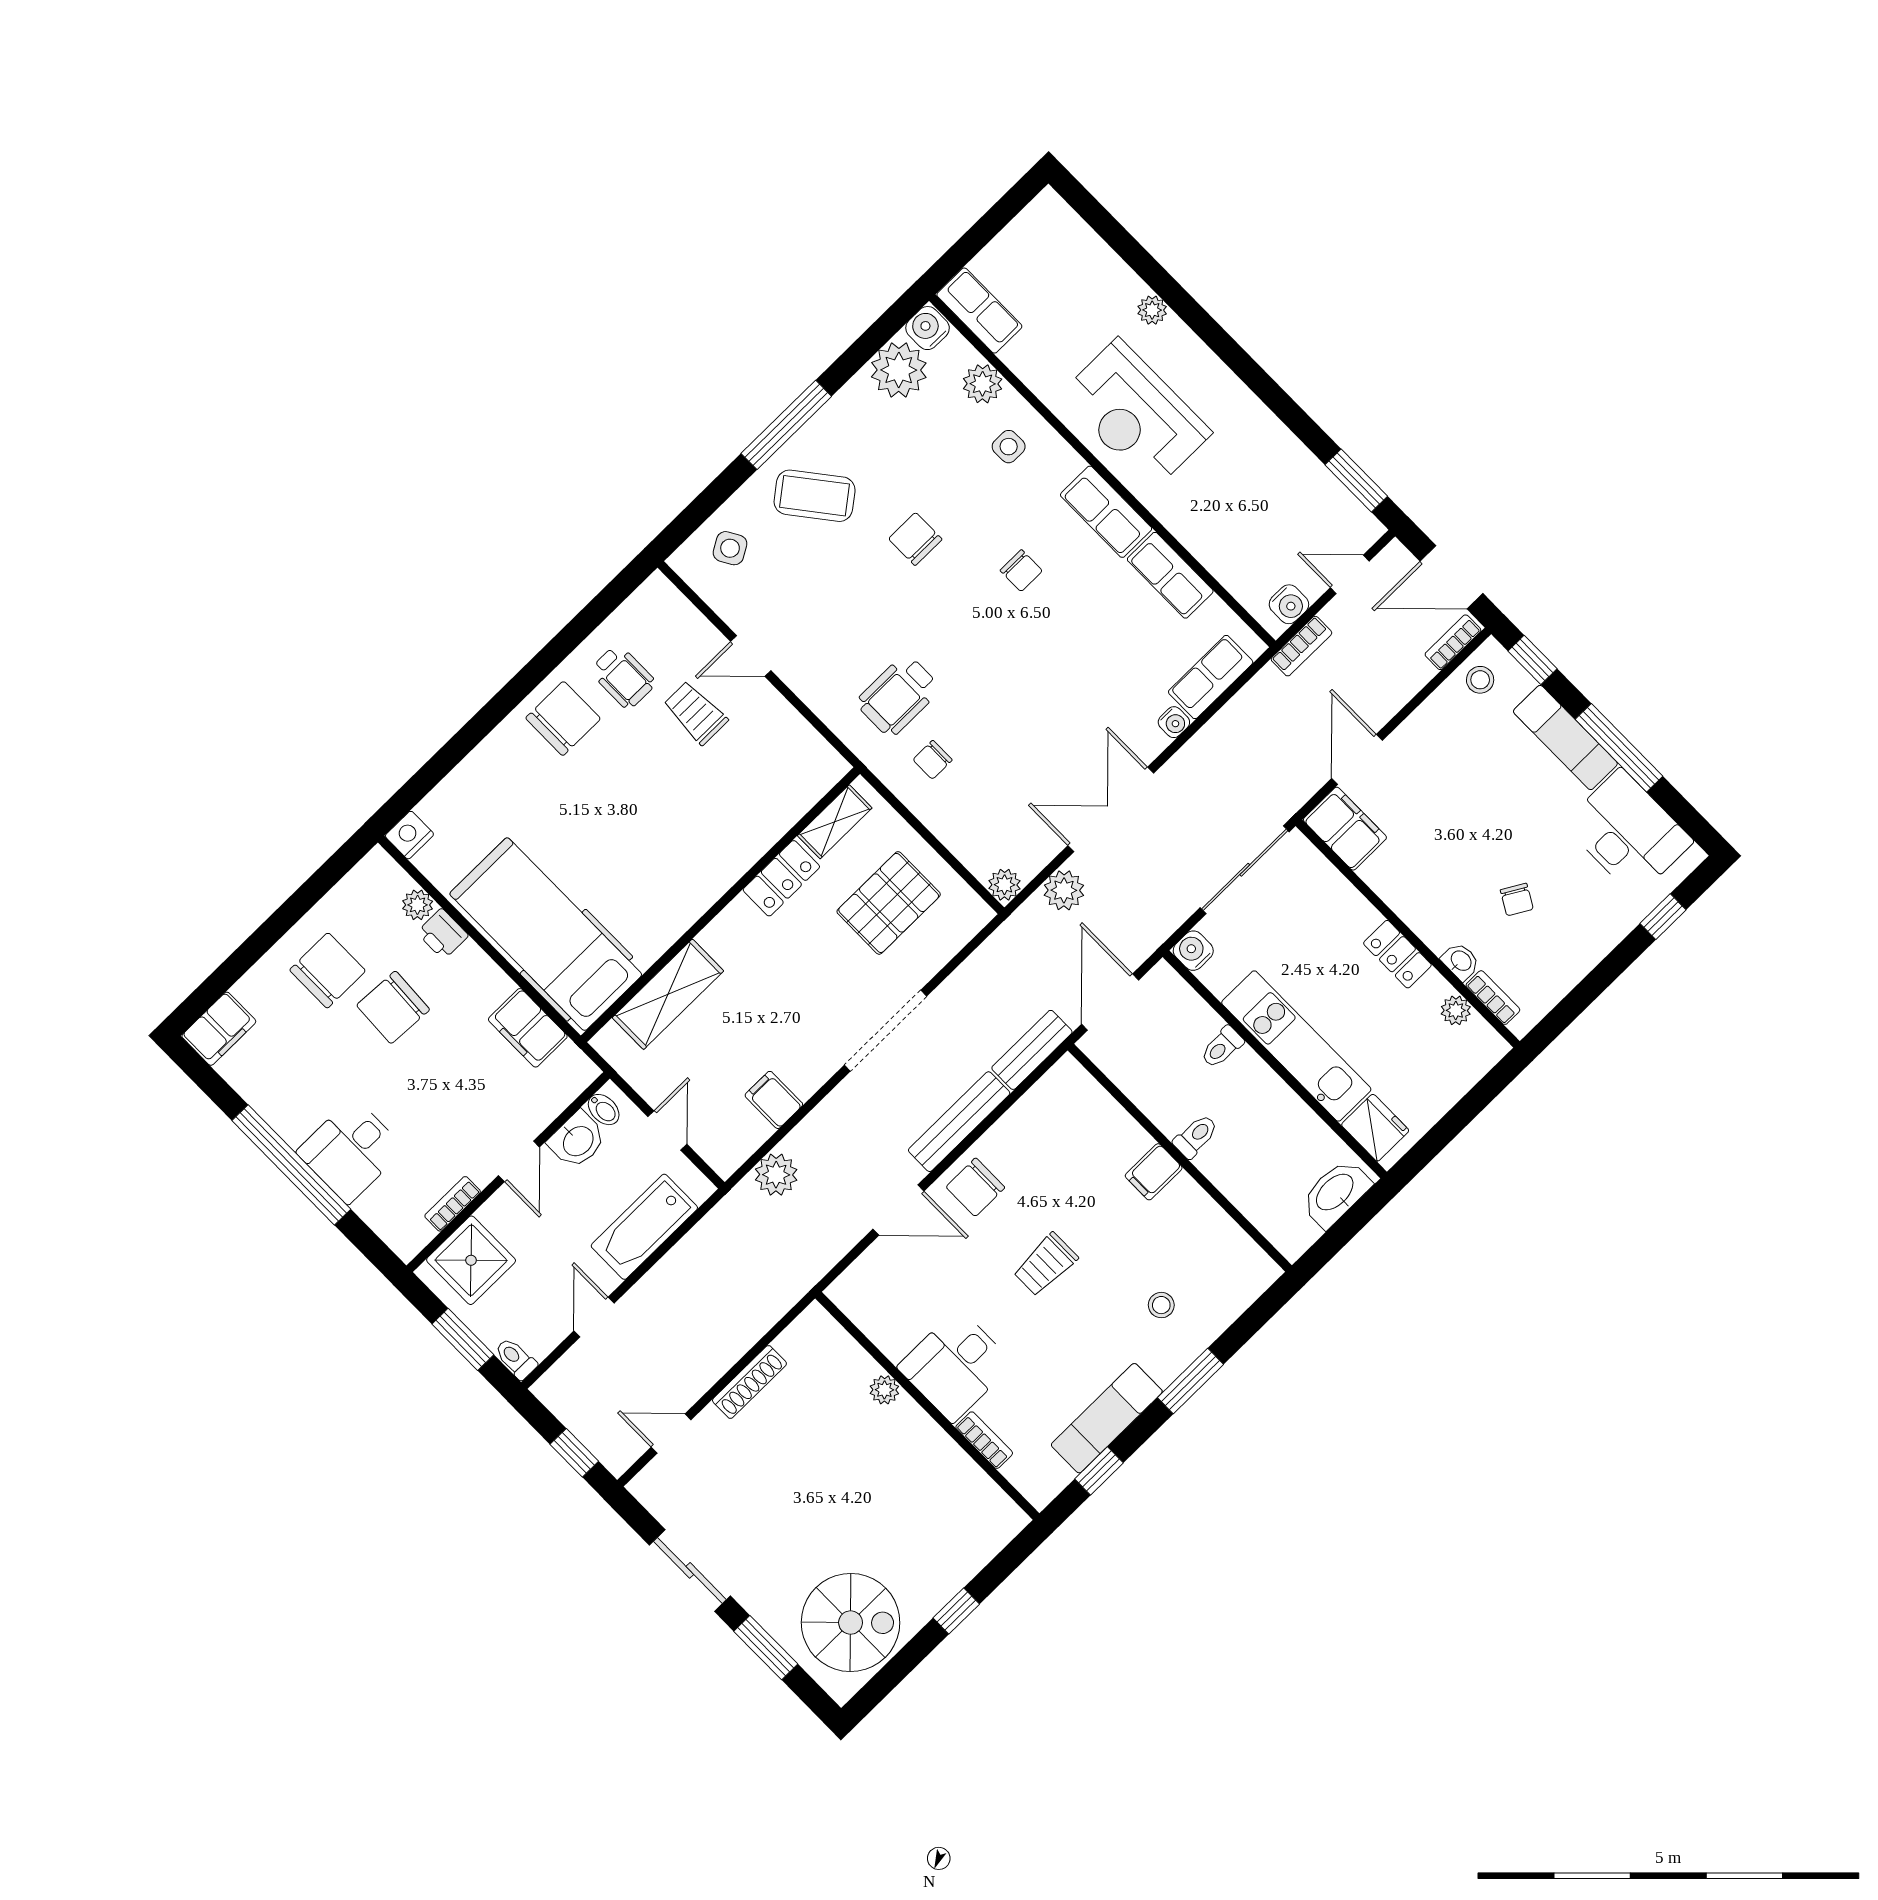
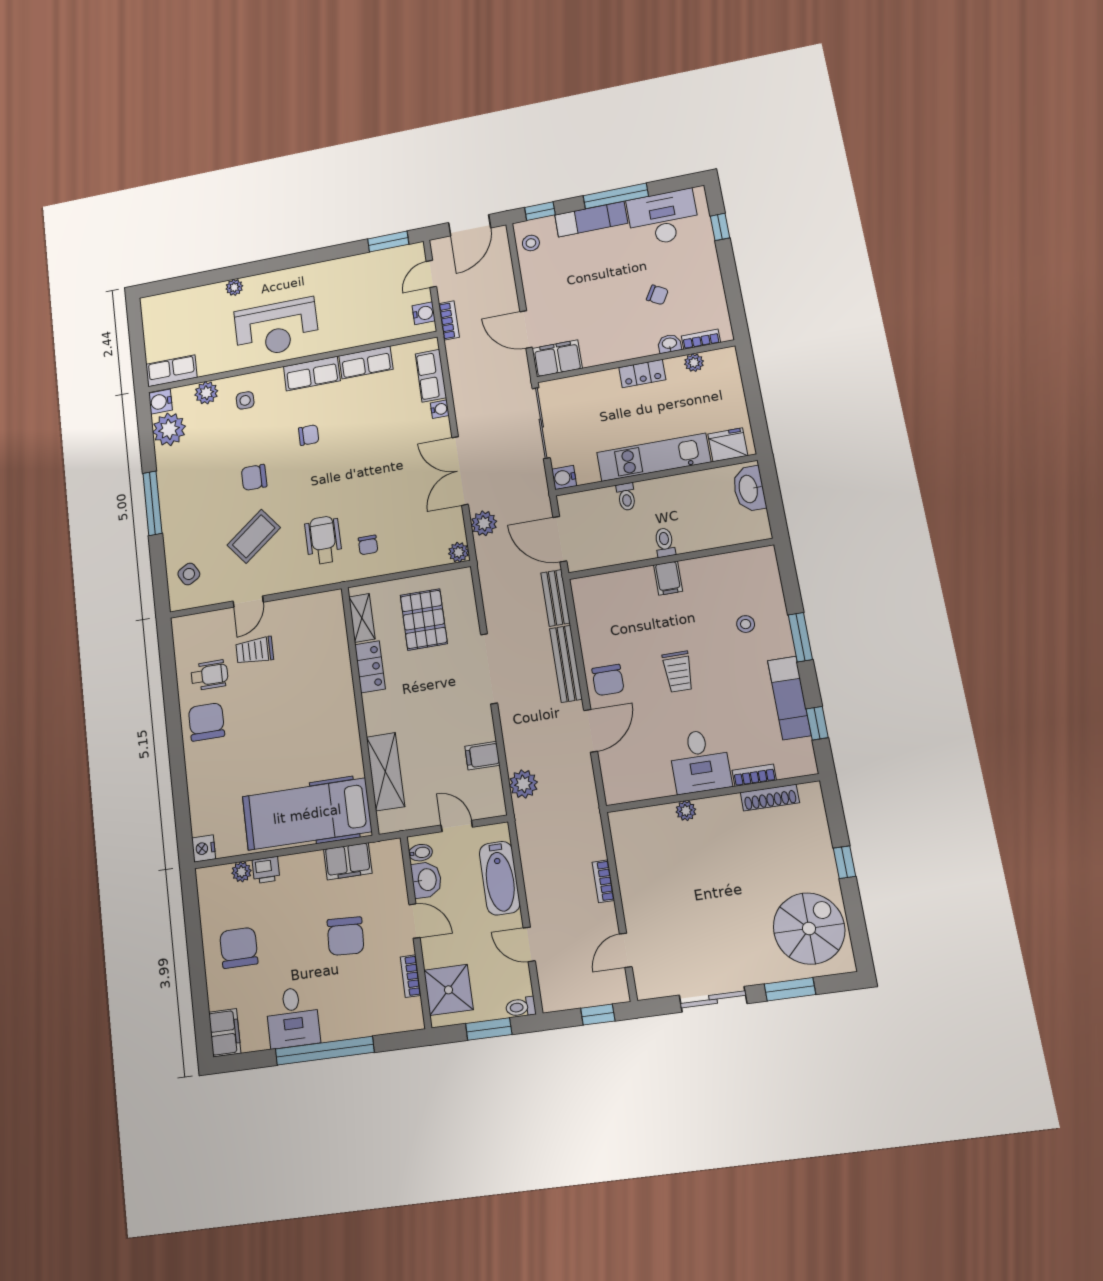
coffee table: (815, 496) -> (254, 536), moved
bookcase: (1453, 642) -> (603, 881), moved
wheelchair: (898, 696) -> (323, 540), turned 180
chair: (393, 1007) -> (346, 936), moved
desk: (351, 1150) -> (293, 1017), moved
shoe rack: (749, 1382) -> (770, 798), moved, turned 90

